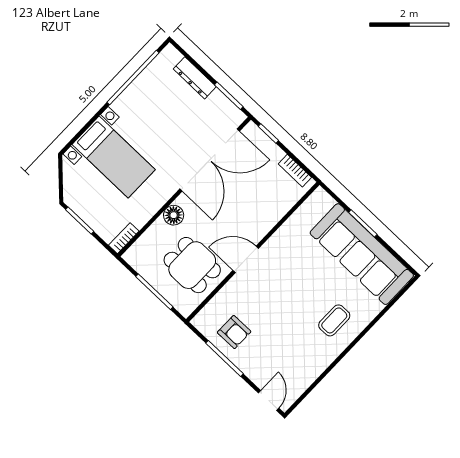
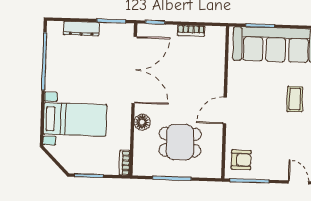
wall: (253, 252) -> (225, 102), moved
door: (246, 259) -> (225, 111), moved

